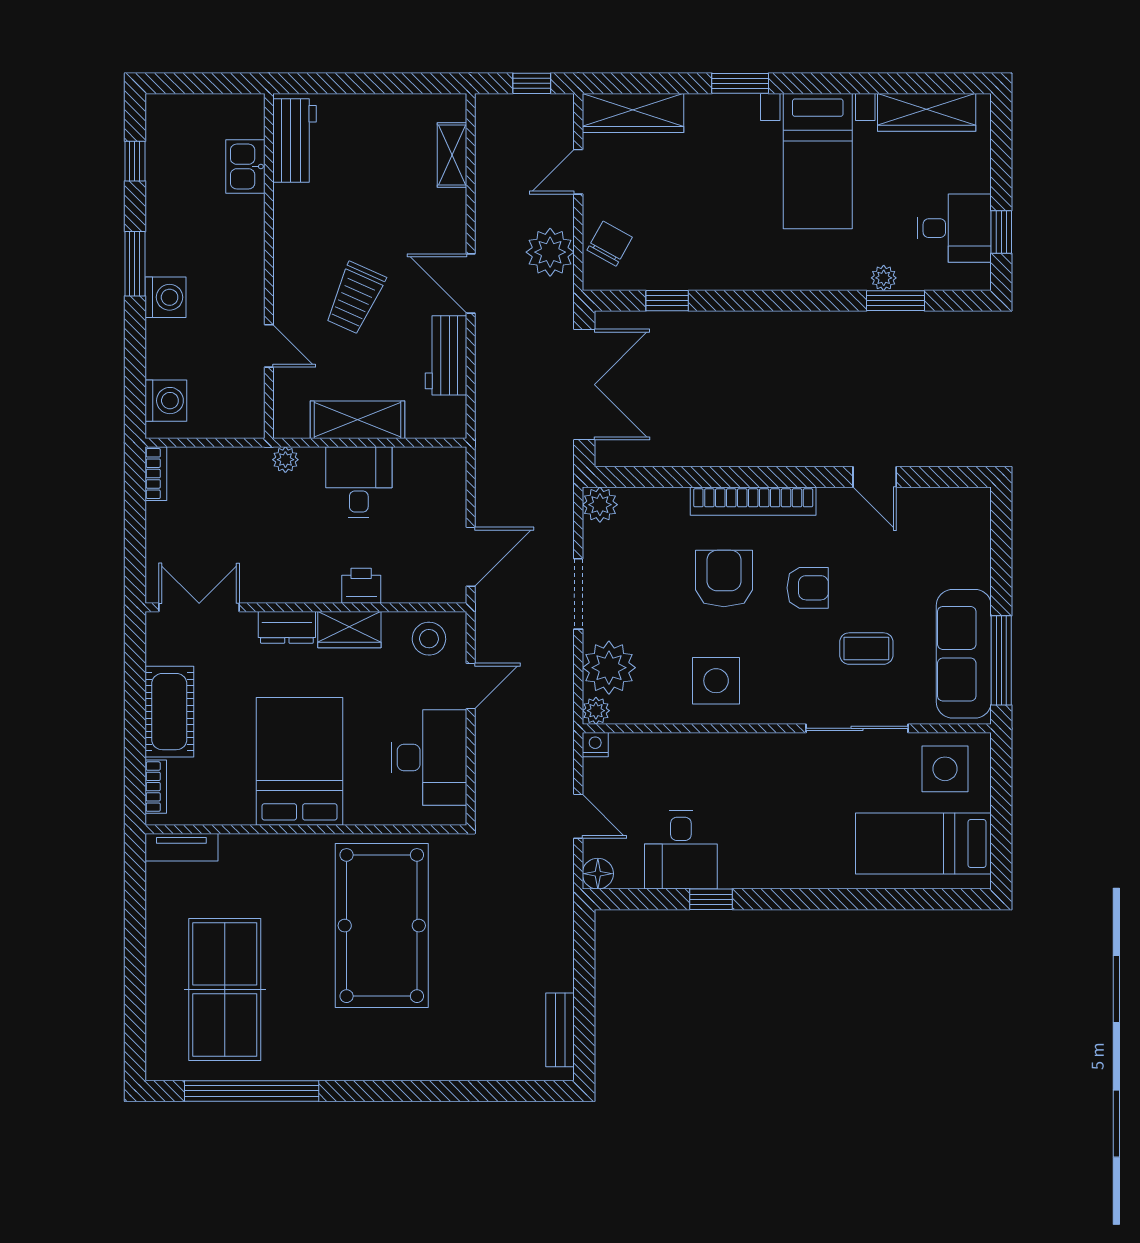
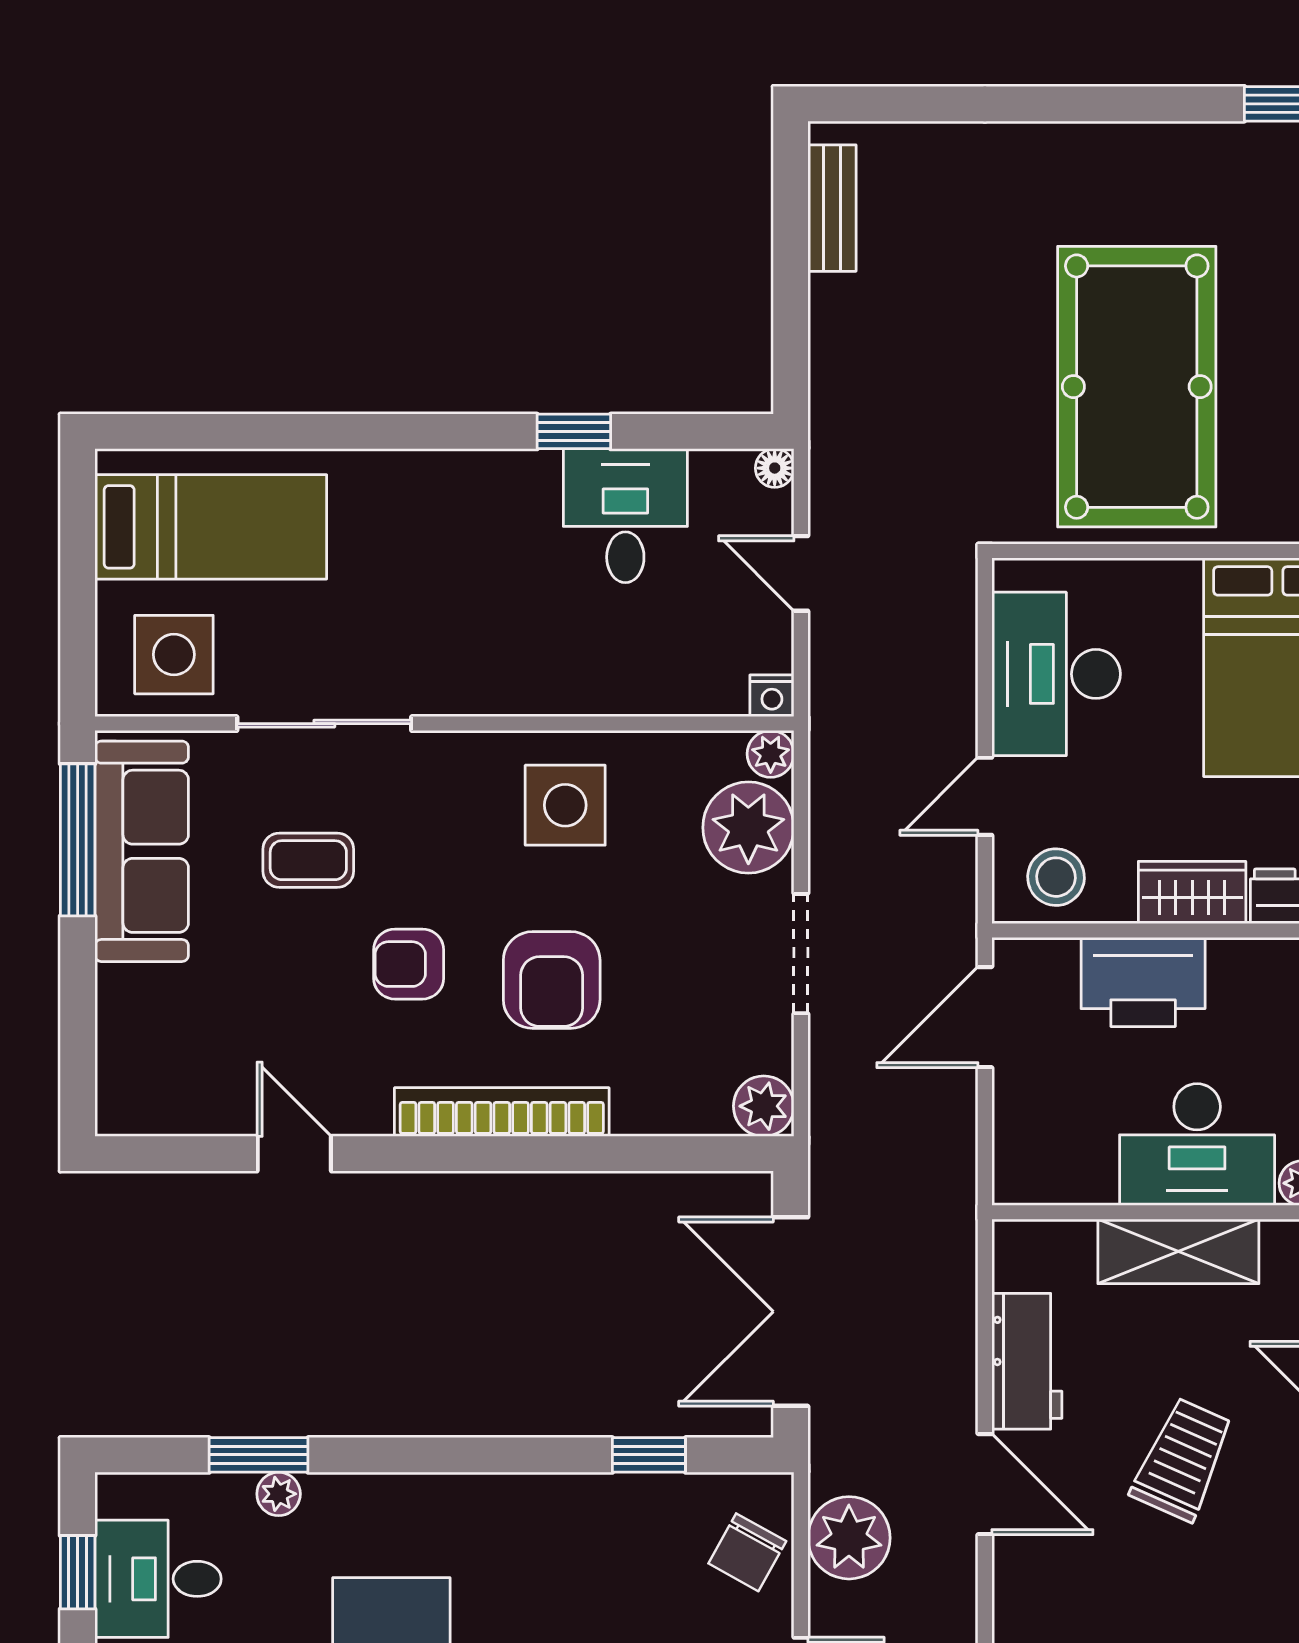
desk: (359, 482) -> (1197, 1145), width x1.37
printer: (361, 586) -> (1143, 982), width x1.87, depth x1.48
floor lamp: (598, 874) -> (775, 468), width x0.73, depth x0.73

